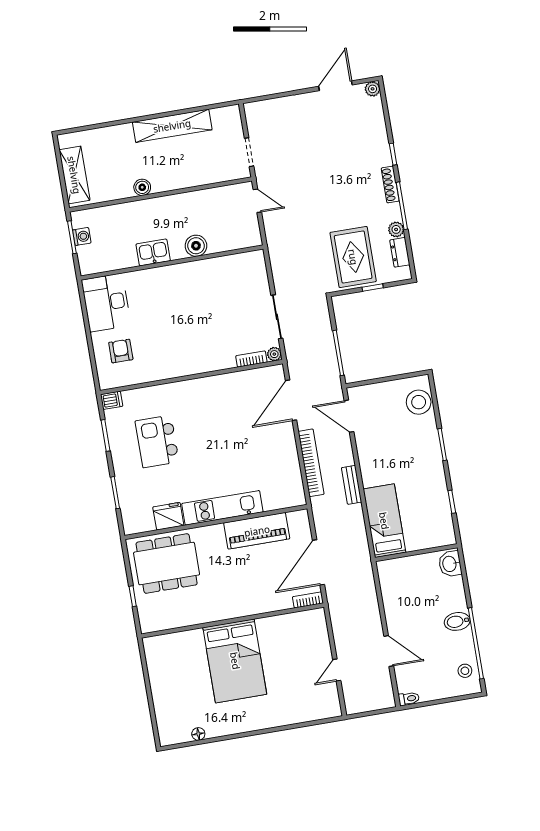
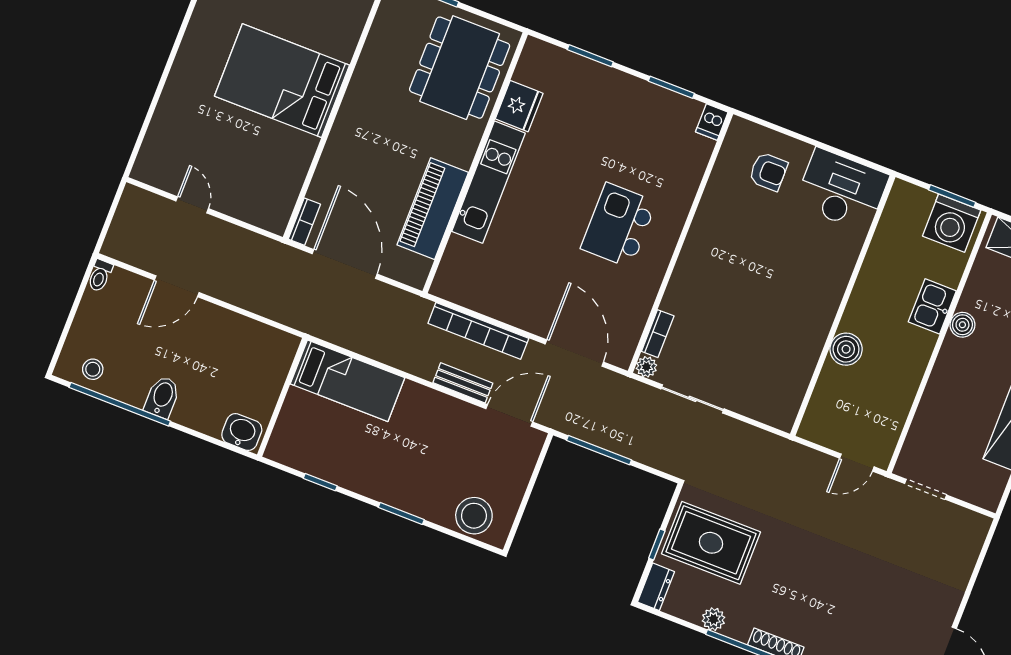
washing machine: (82, 236) -> (952, 223), width x1.89, depth x1.89
kitchen sink: (153, 252) -> (932, 306), moved, turned 180
dresser: (400, 252) -> (656, 587), moved, turned 90
kitchen island: (157, 441) -> (619, 225), moved, turned -90
bench: (351, 485) -> (463, 383), moved

